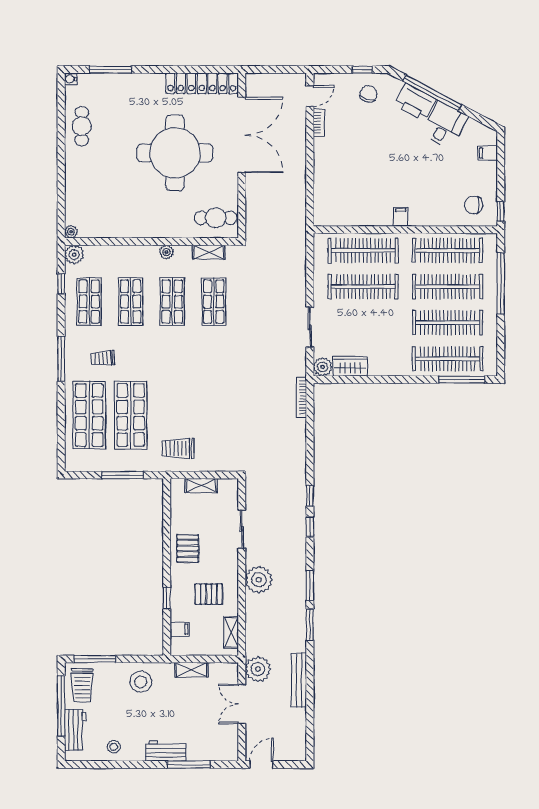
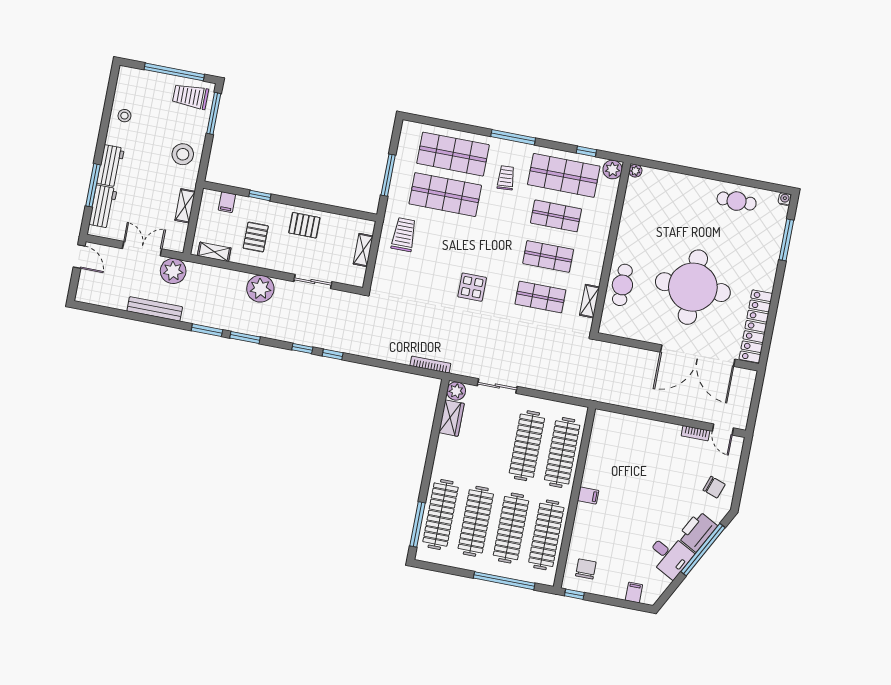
window: (362, 70) -> (739, 486), removed
cafe table: (216, 218) -> (622, 285), moved
plant: (166, 252) -> (598, 260), removed
shop shelf: (89, 302) -> (564, 175), width x1.43, depth x1.36
display table: (217, 371) -> (472, 287), added
workbench: (75, 730) -> (103, 207), moved, turned -90

